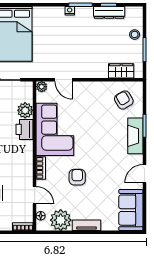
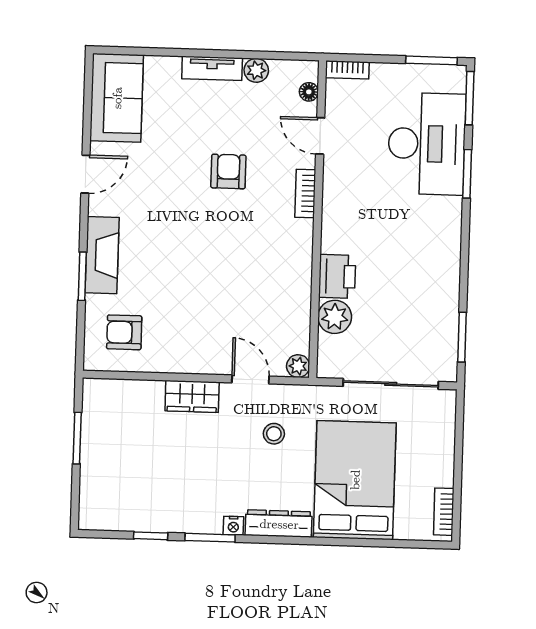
dresser: (109, 12) -> (279, 524), moved
stool: (135, 34) -> (274, 434), moved
wardrobe: (121, 71) -> (192, 396), moved
armchair: (124, 100) -> (124, 332), turned 121
corner sofa: (55, 129) -> (273, 275), removed
armchair: (77, 177) -> (228, 171), turned 180
plant: (61, 220) -> (256, 70), width x0.53, depth x0.53

